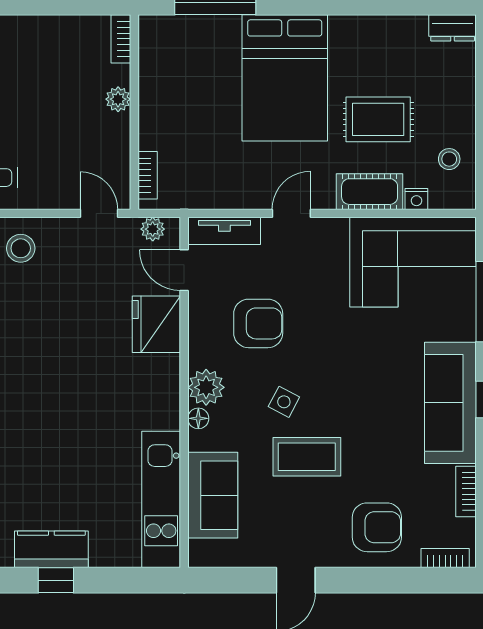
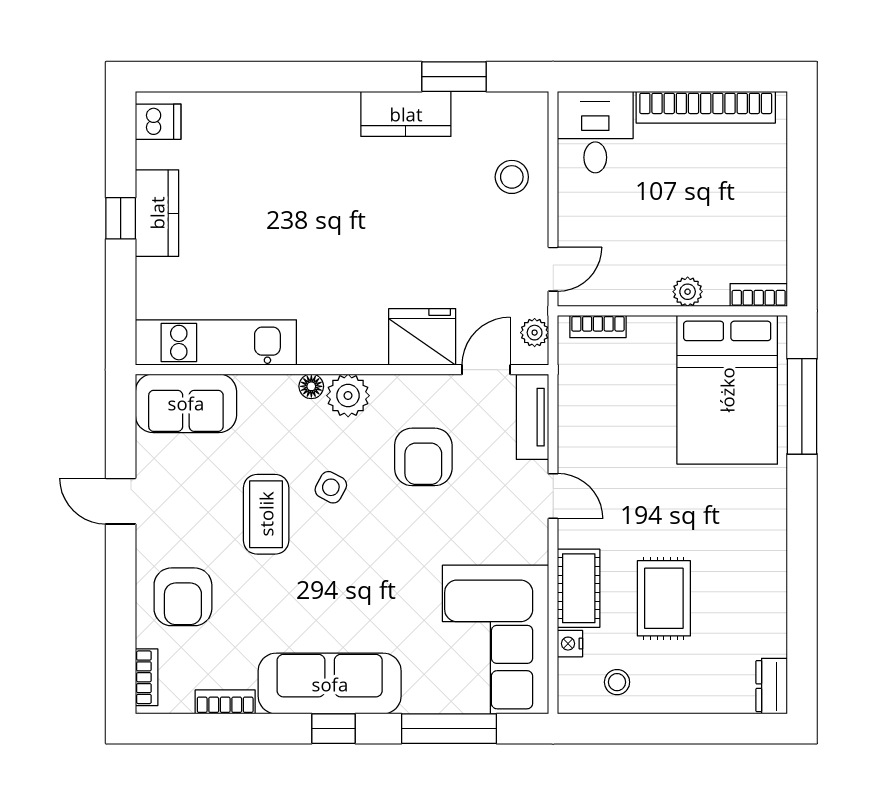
bed: (285, 78) -> (727, 390), moved, turned -90
sofa: (213, 495) -> (186, 403), moved

